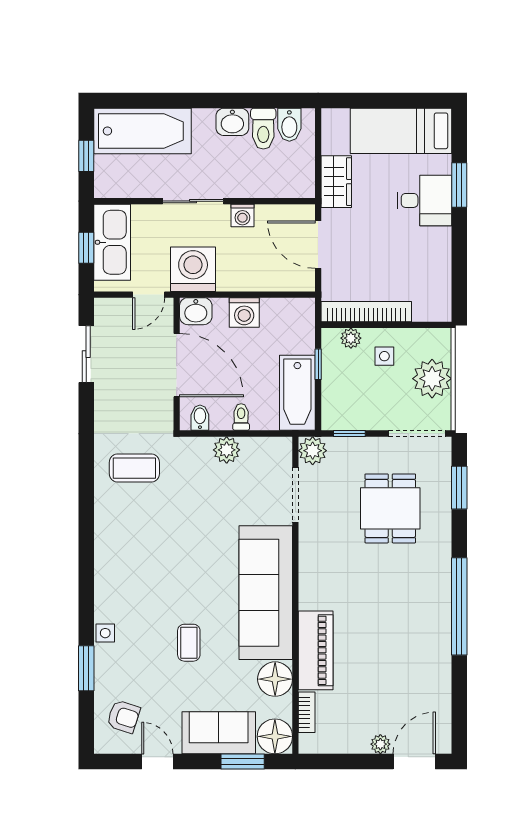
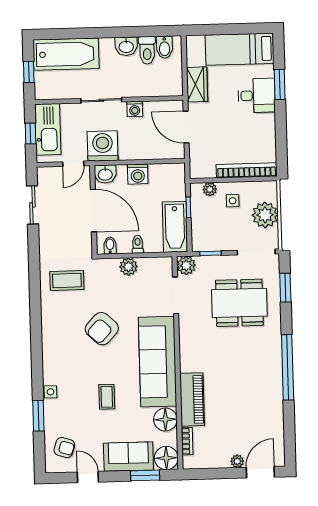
bookcase: (366, 312) -> (247, 170), moved
dining table: (390, 508) -> (239, 303), width x1.38
armchair: (184, 541) -> (102, 329), added

